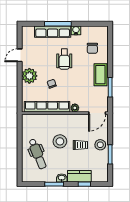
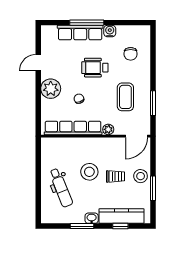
wheelchair: (64, 59) -> (95, 68), turned 90
coffee table: (100, 75) -> (125, 97), moved
kitchen counter: (79, 176) -> (121, 216), width x1.50

